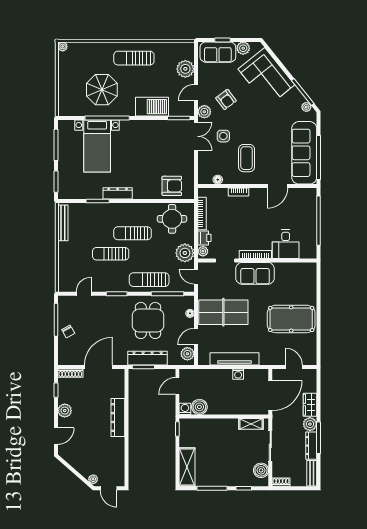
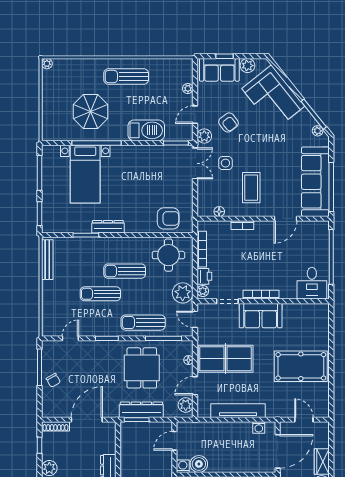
plant: (185, 69) -> (188, 88), width x0.53, depth x0.53
desk: (286, 244) -> (312, 283), moved
washing machine: (238, 374) -> (259, 427), moved

